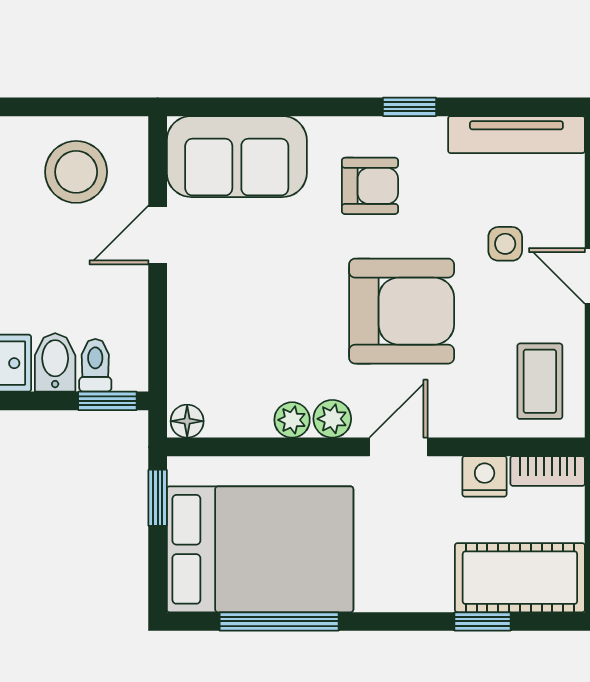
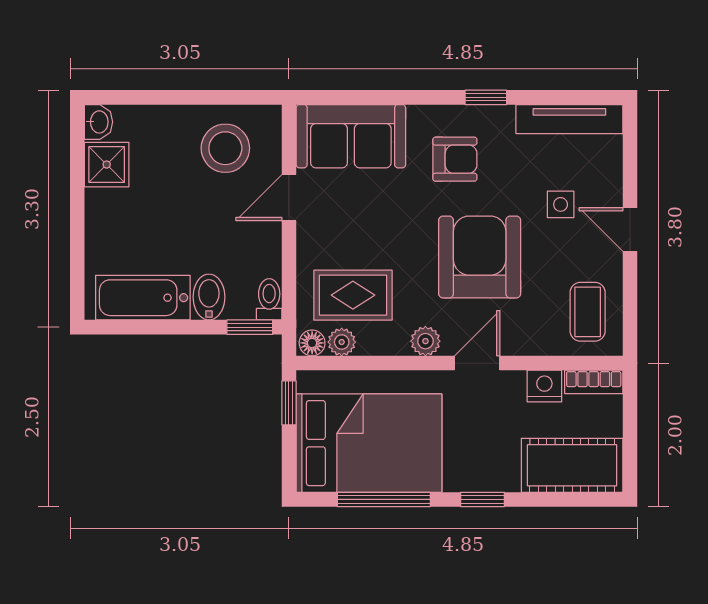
armchair: (402, 311) -> (480, 257), turned -90
rug: (239, 360) -> (353, 295), added
toilet: (95, 365) -> (269, 299), moved
plant: (292, 420) -> (342, 342), moved
window: (483, 621) -> (483, 499), moved

